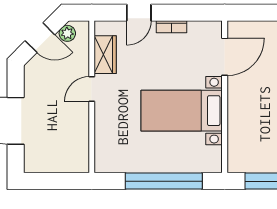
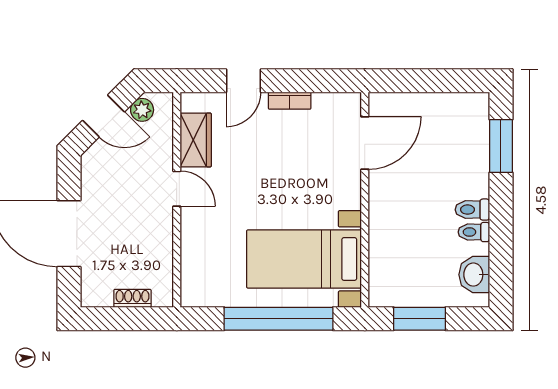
door: (92, 89) -> (177, 189), swing flipped
bed with nightstands: (182, 111) -> (304, 259), moved
shoe rack: (60, 167) -> (132, 298), added

